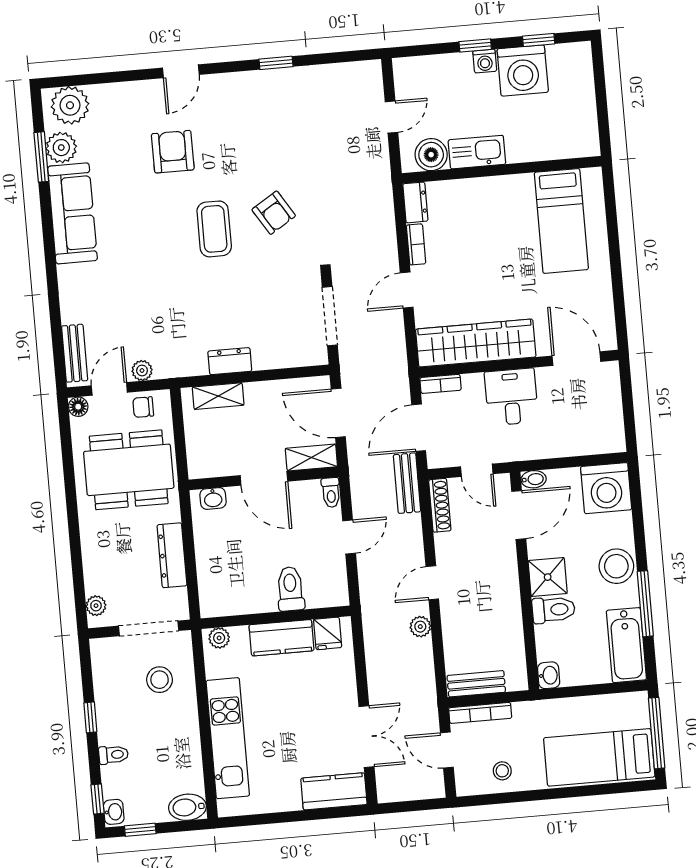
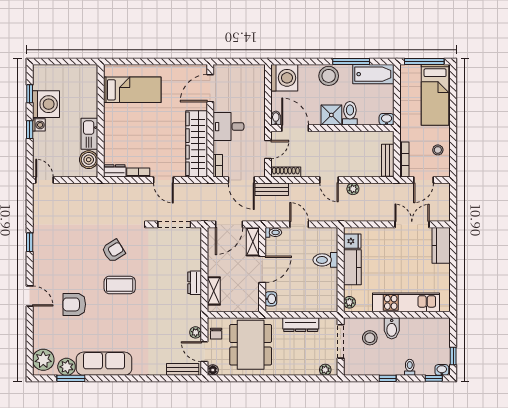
door: (392, 117) -> (44, 180), moved
bidet: (187, 807) -> (392, 328), moved

